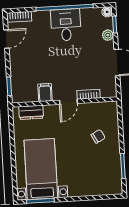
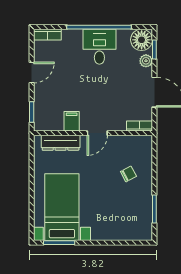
floor lamp: (107, 12) -> (142, 40), width x1.89, depth x1.89
door: (6, 39) -> (32, 73), moved
bookcase: (89, 94) -> (139, 126), moved
dresser: (31, 112) -> (61, 143), width x1.44

